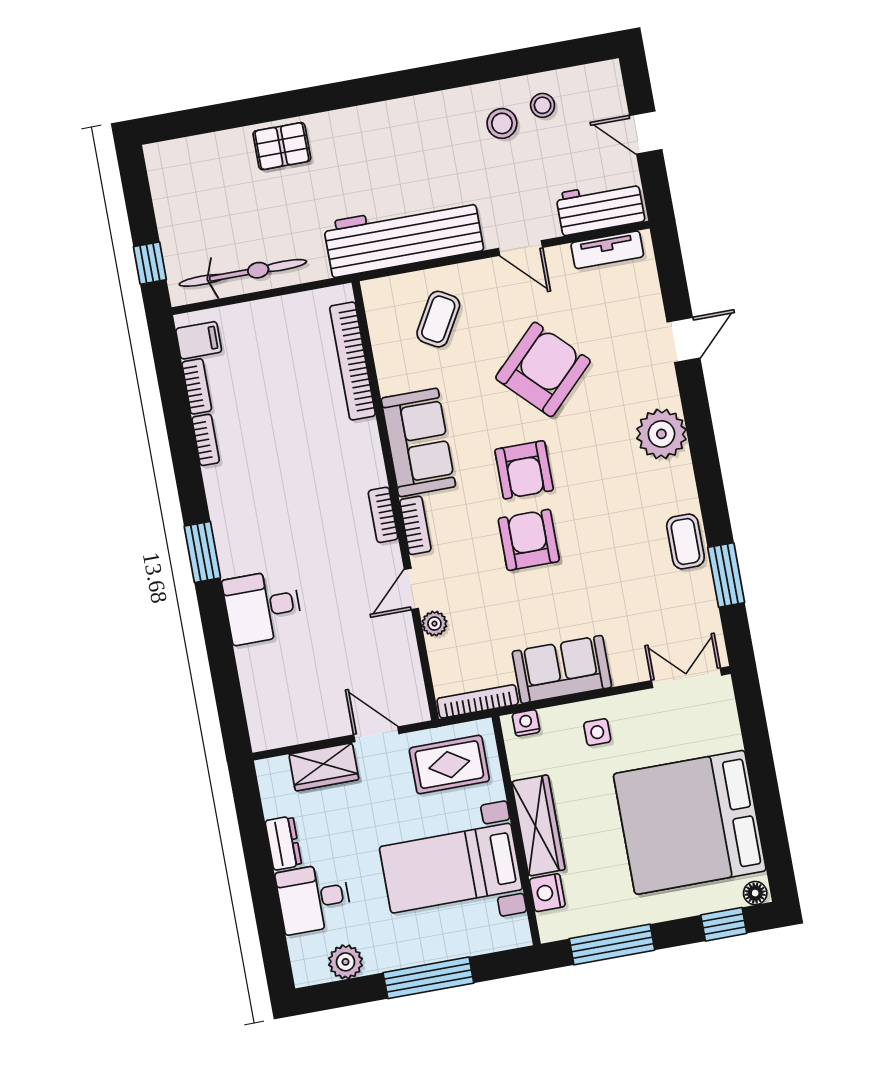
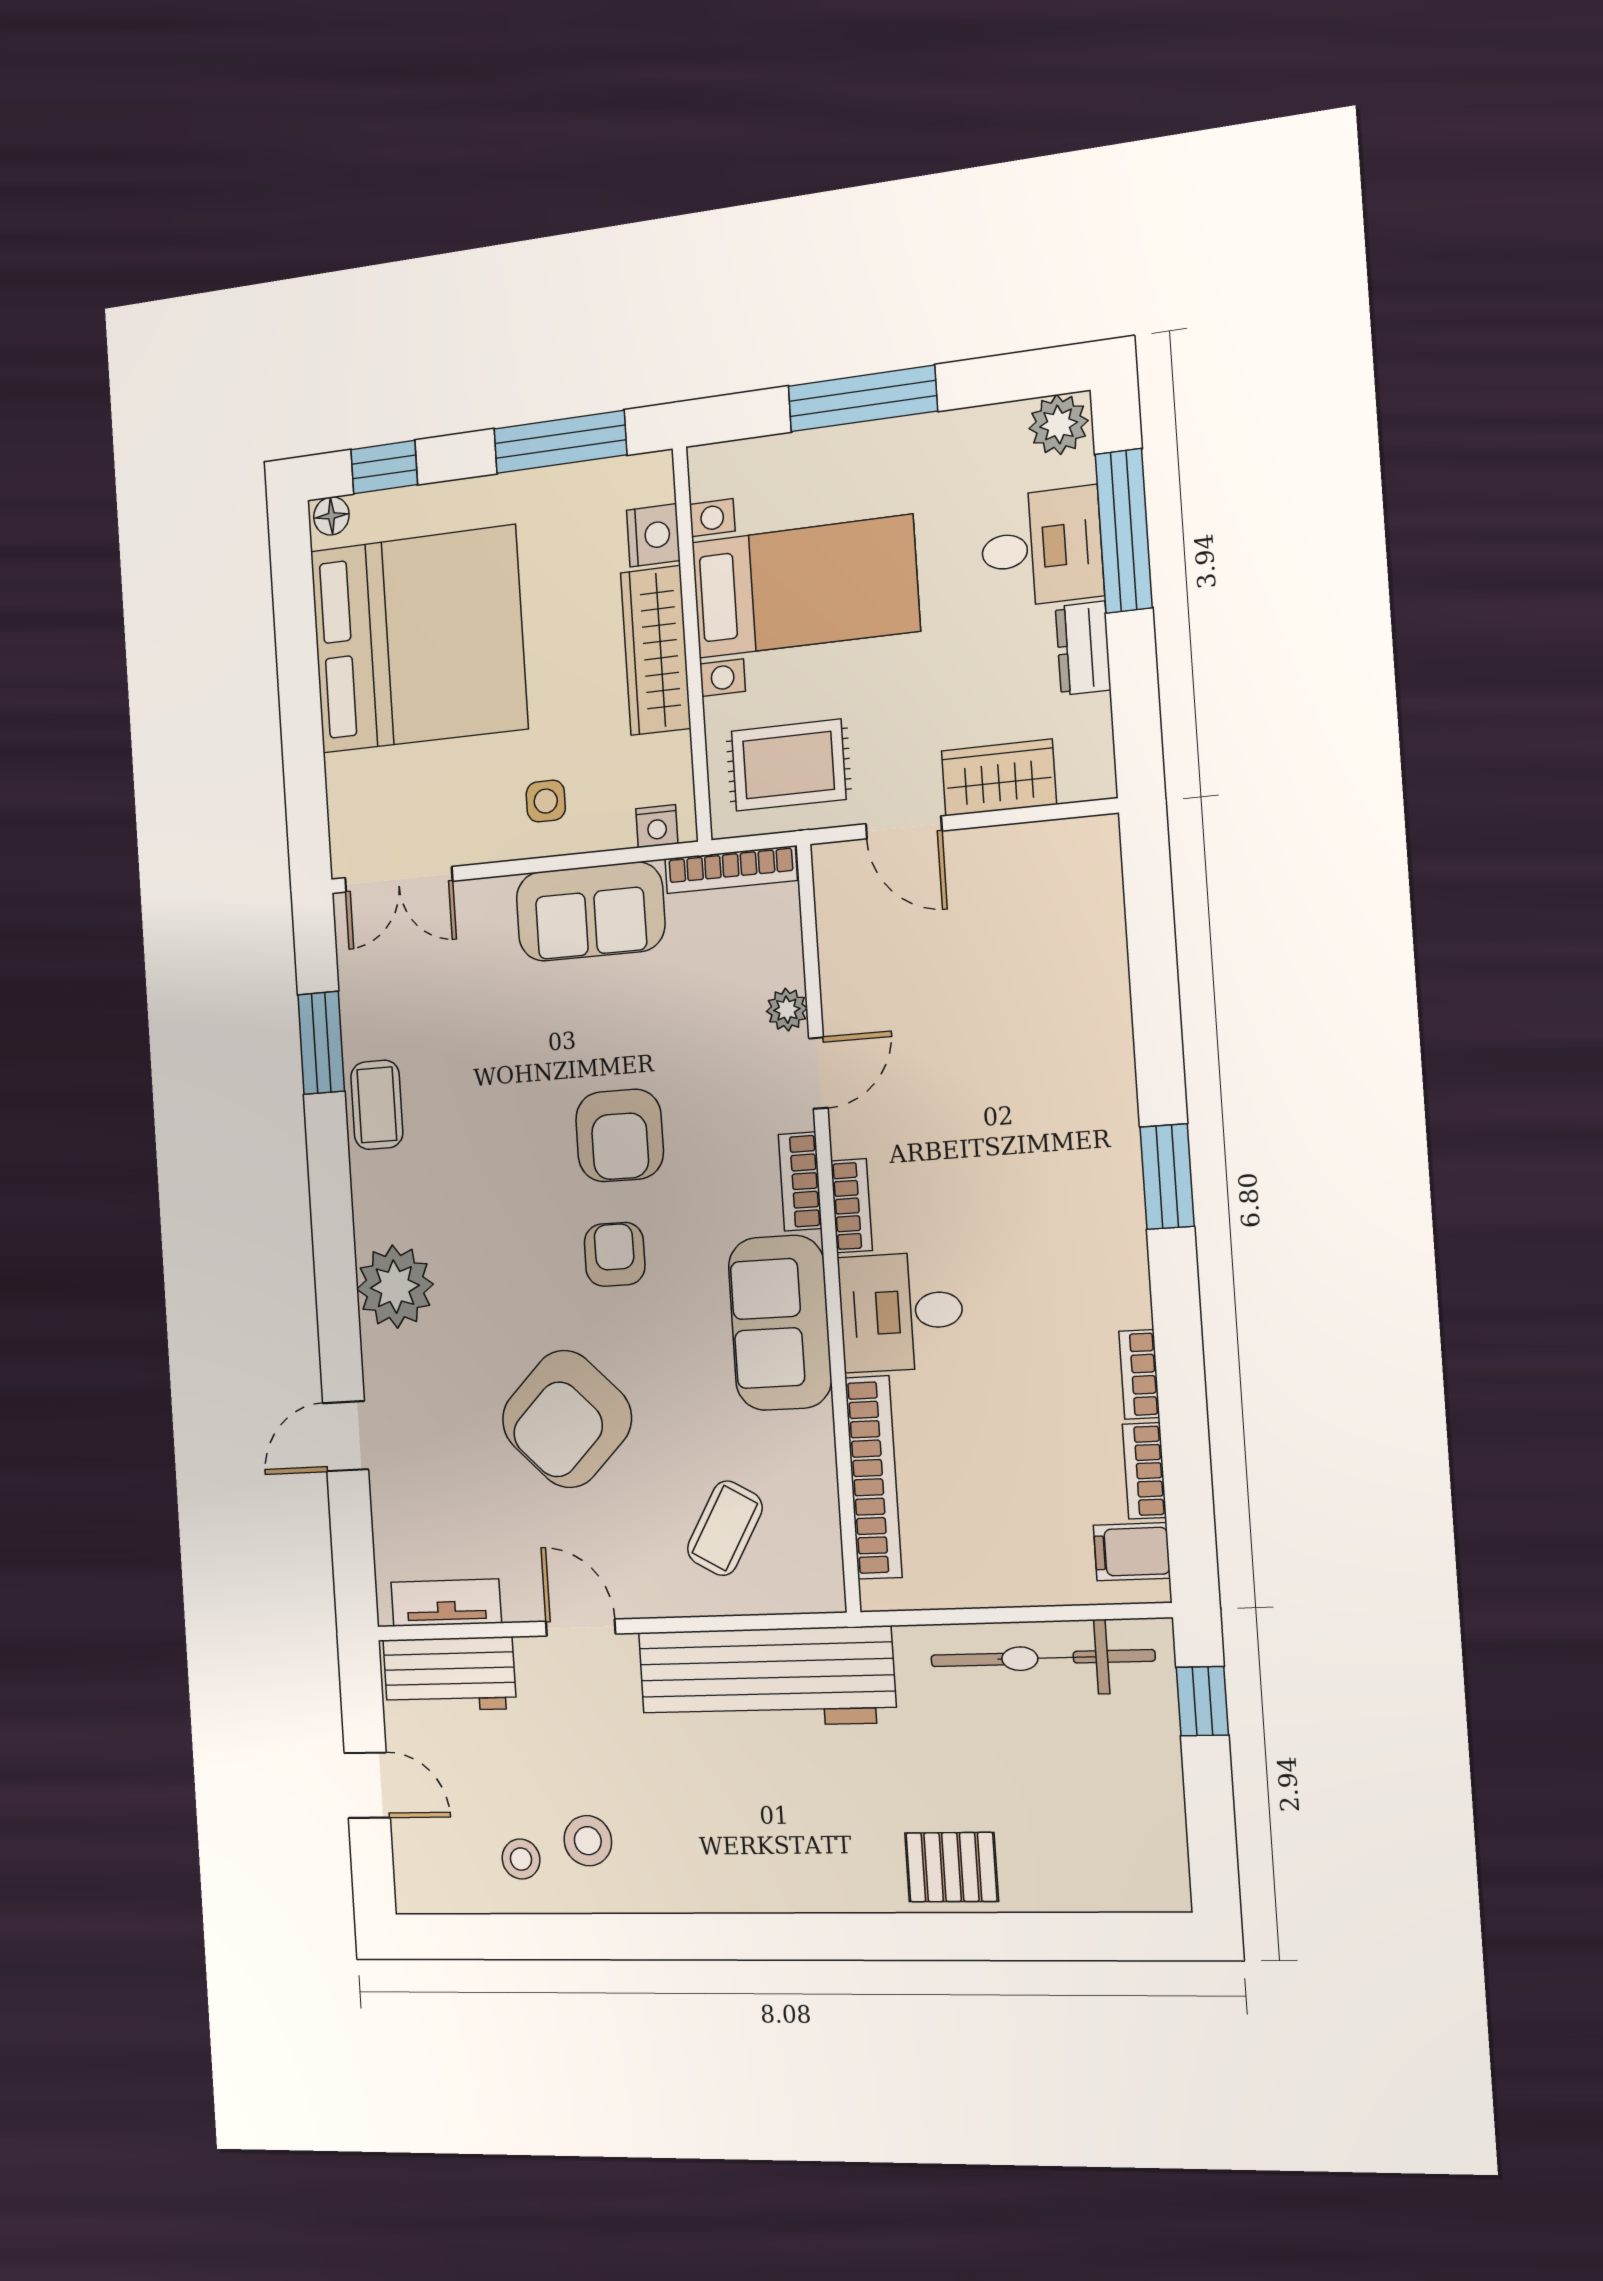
armchair: (524, 470) -> (615, 1254), width x0.72, depth x0.72
desk: (262, 607) -> (901, 1312), moved, turned 180
window: (267, 910) -> (1124, 531), added
plant: (346, 962) -> (1059, 425), moved

